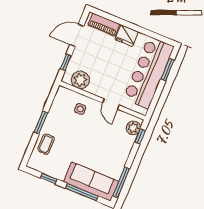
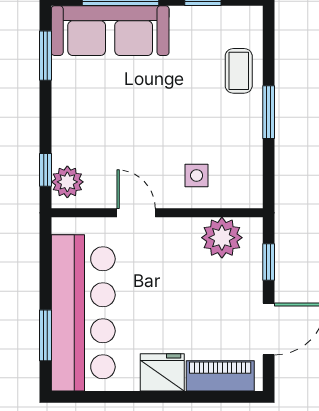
window: (121, 182) -> (45, 56), width x0.69

